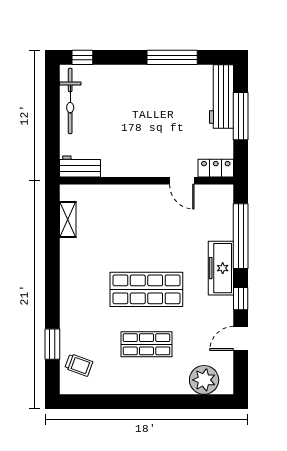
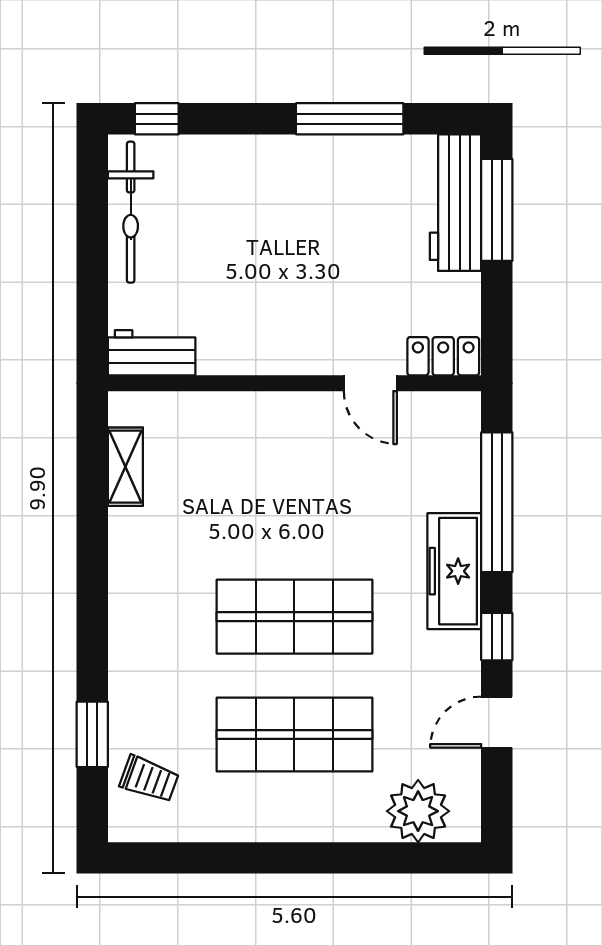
window: (241, 116) -> (497, 210), moved
shop shelf: (146, 344) -> (294, 735), width x1.43, depth x1.36

